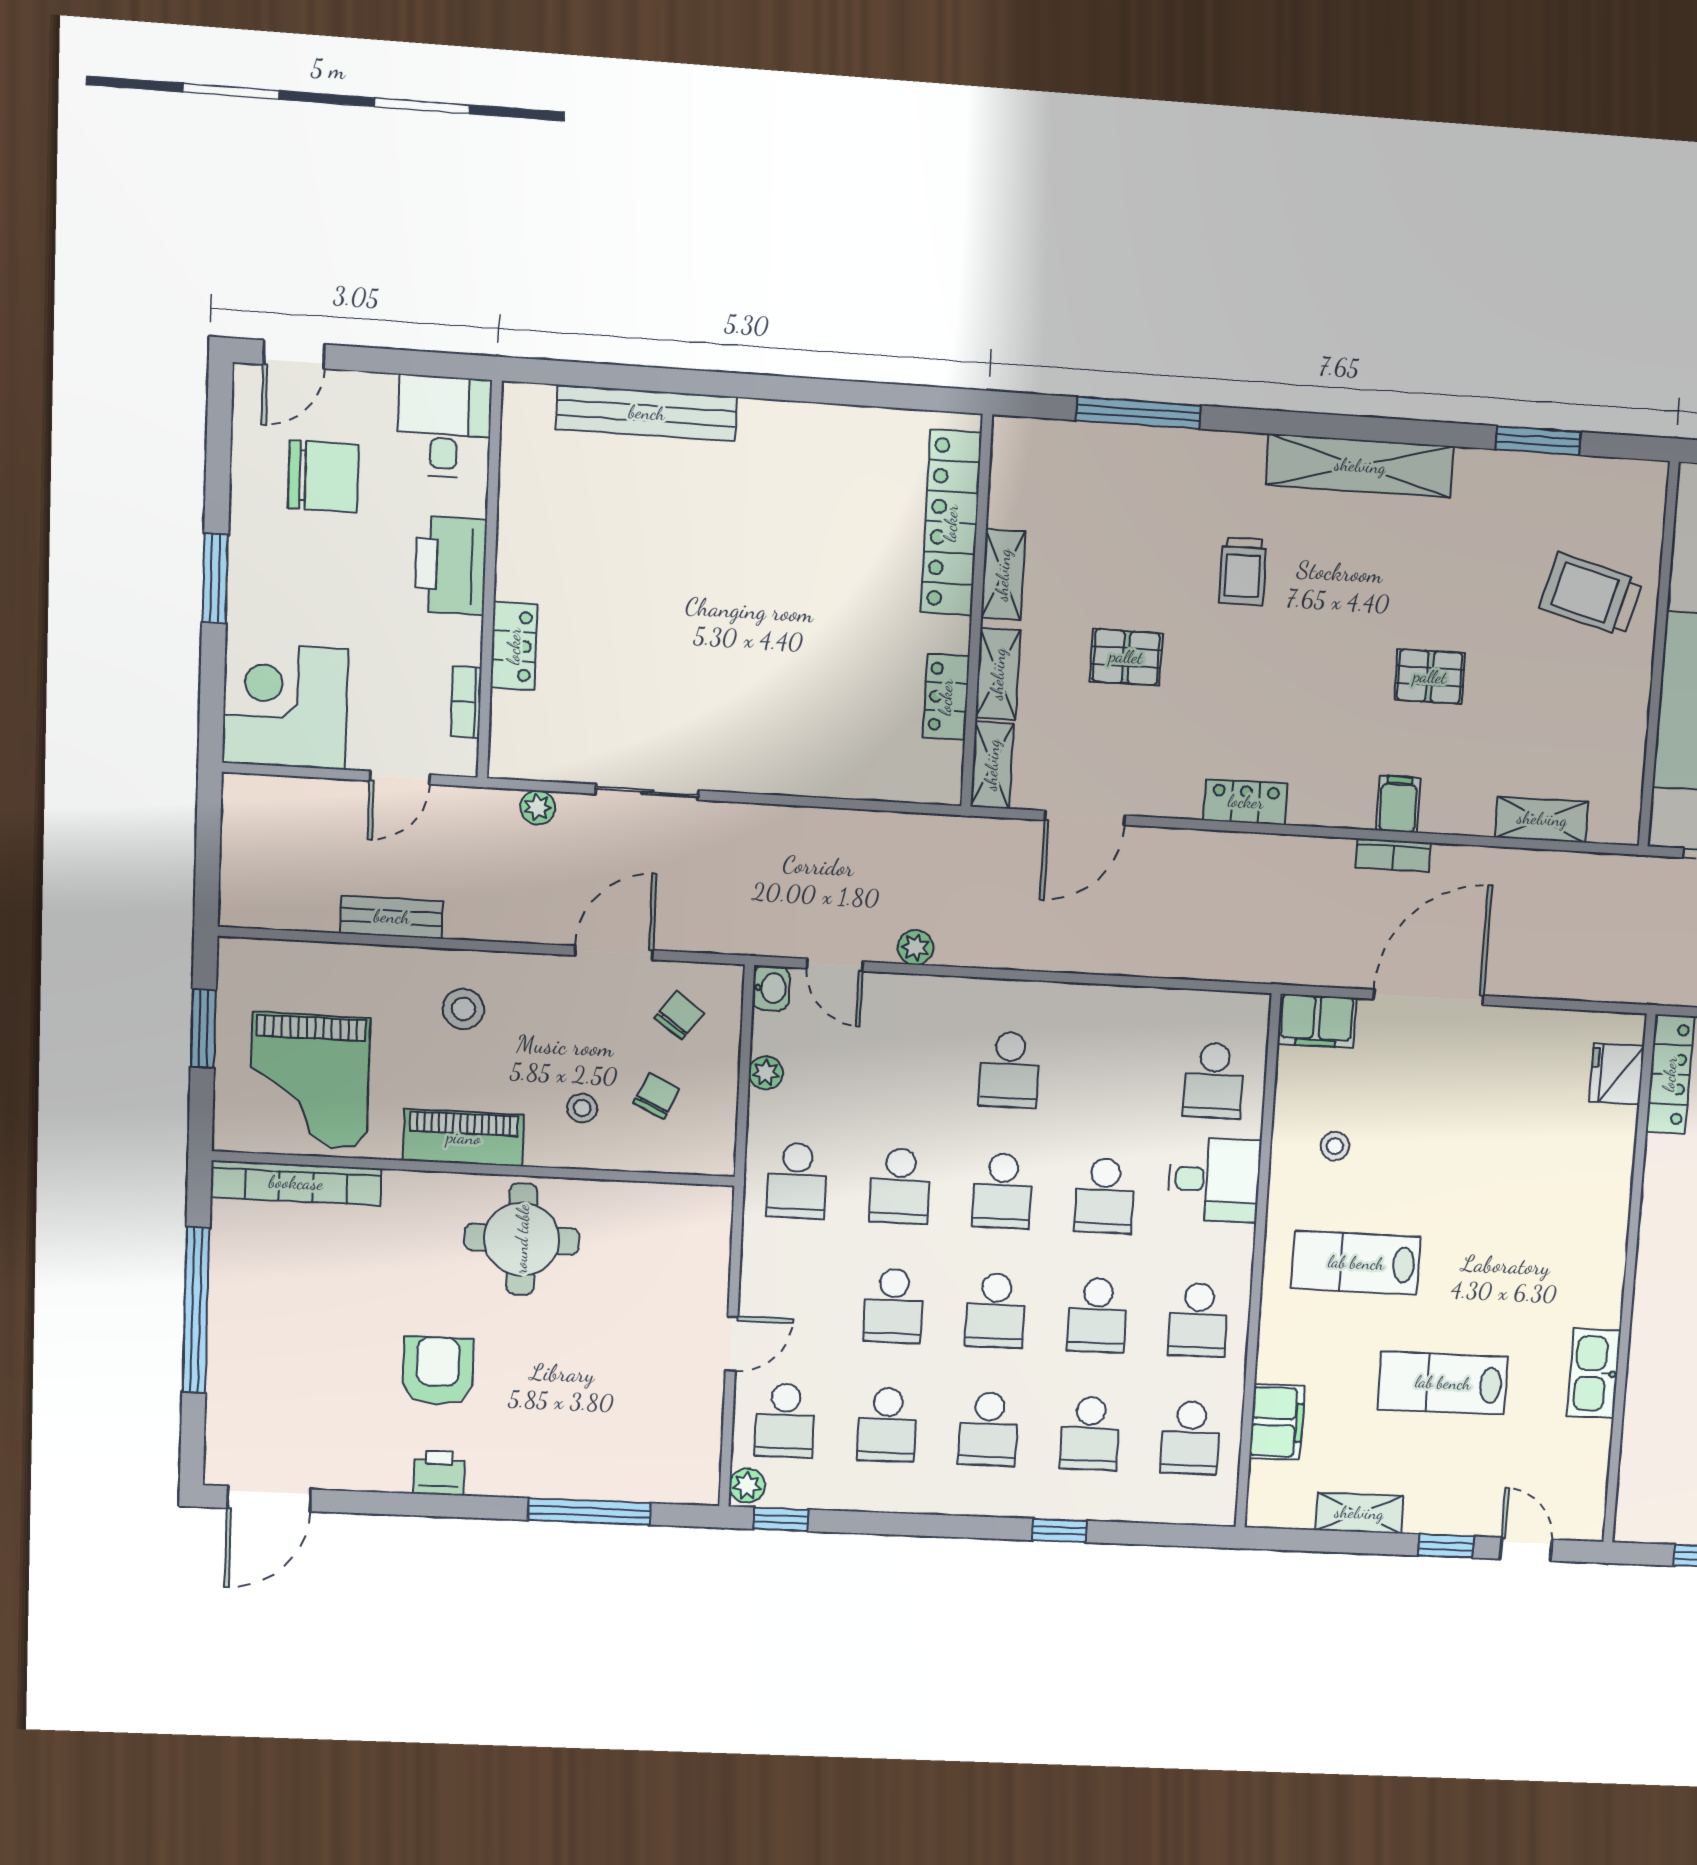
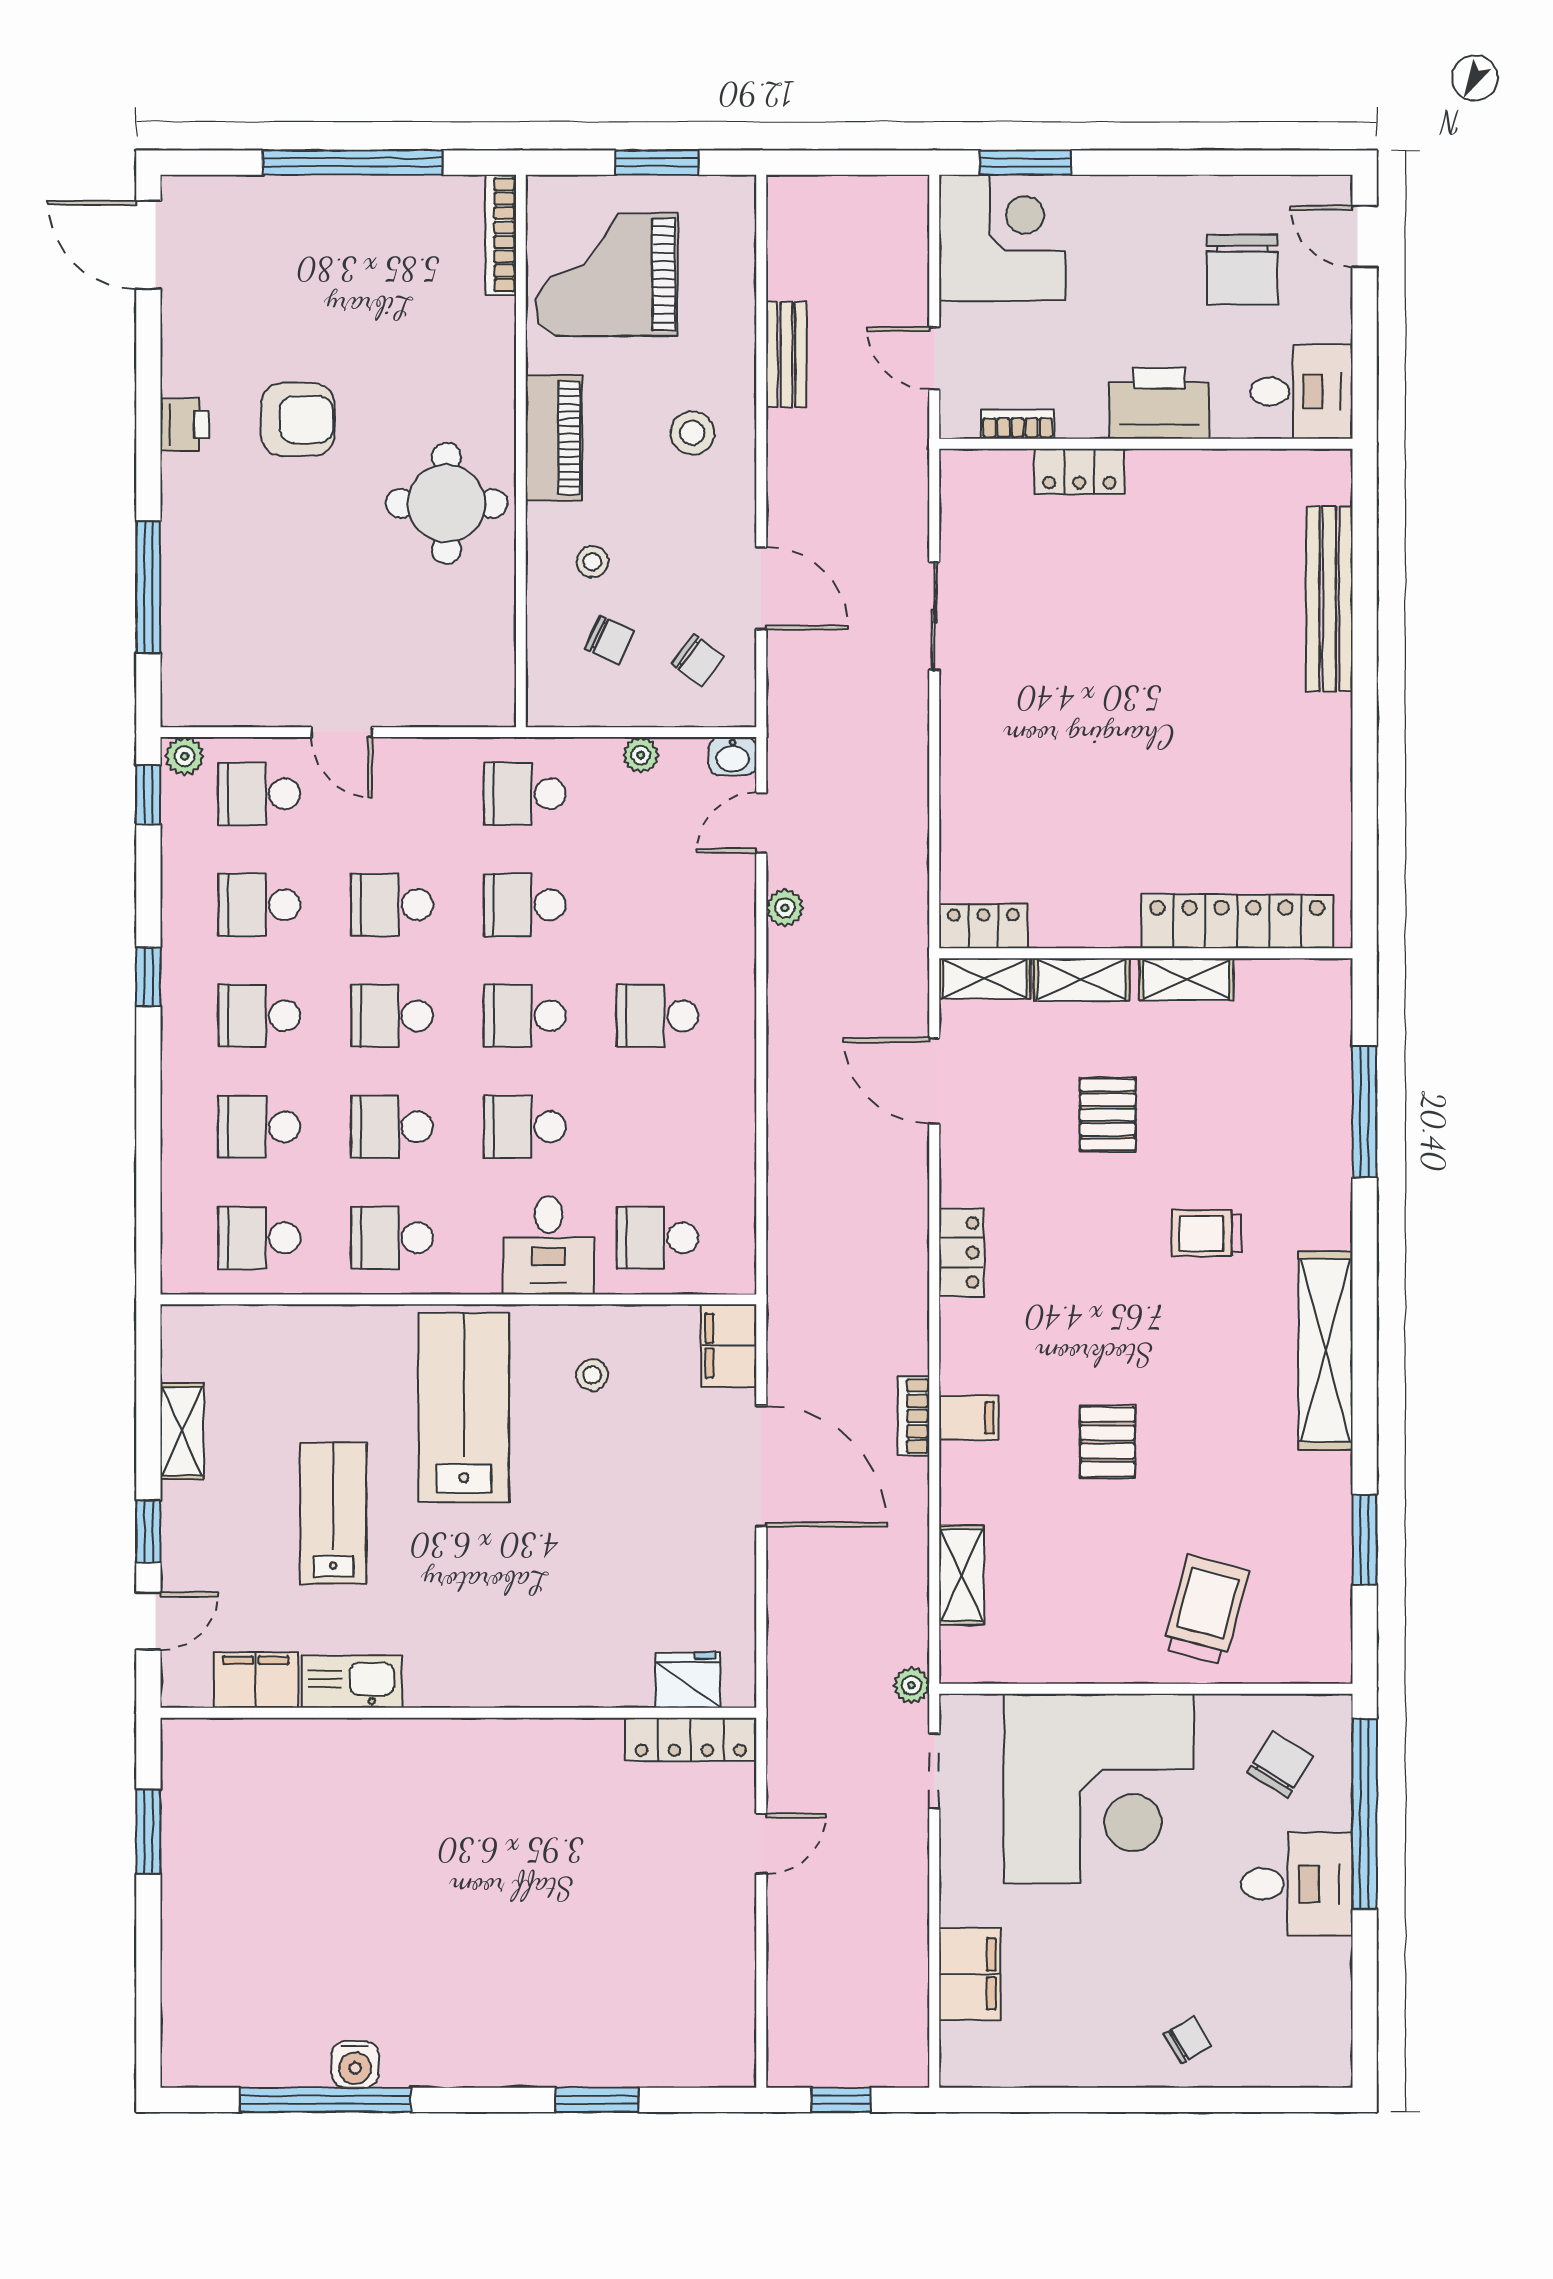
window: (215, 578) -> (1025, 163), moved
locker: (946, 697) -> (983, 926), moved
plant: (538, 807) -> (911, 1685), moved
bookcase: (296, 1183) -> (501, 235), width x0.68, depth x0.76
lab bench: (1356, 1263) -> (464, 1407), width x1.36, depth x1.39
filing cabinet: (1277, 1422) -> (256, 1680), moved, turned 180
window: (1059, 1530) -> (148, 977), moved

